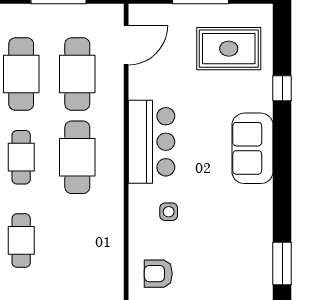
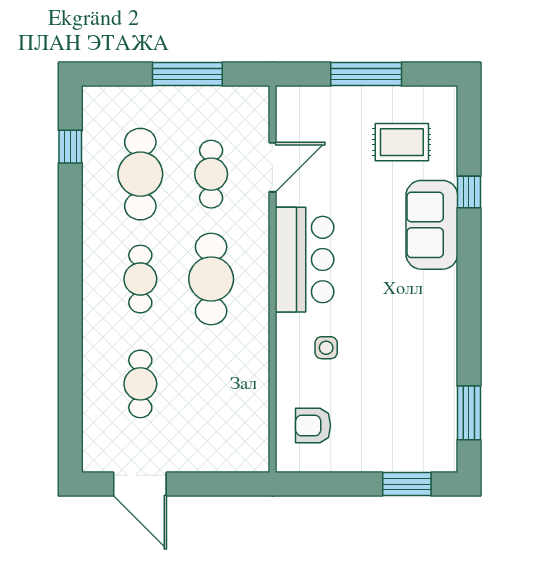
door: (126, 45) -> (272, 167), moved
rug: (229, 49) -> (402, 142), width x0.73, depth x0.70
cafe table: (77, 74) -> (211, 174), width x0.73, depth x0.74
sofa: (253, 148) -> (432, 225), moved

